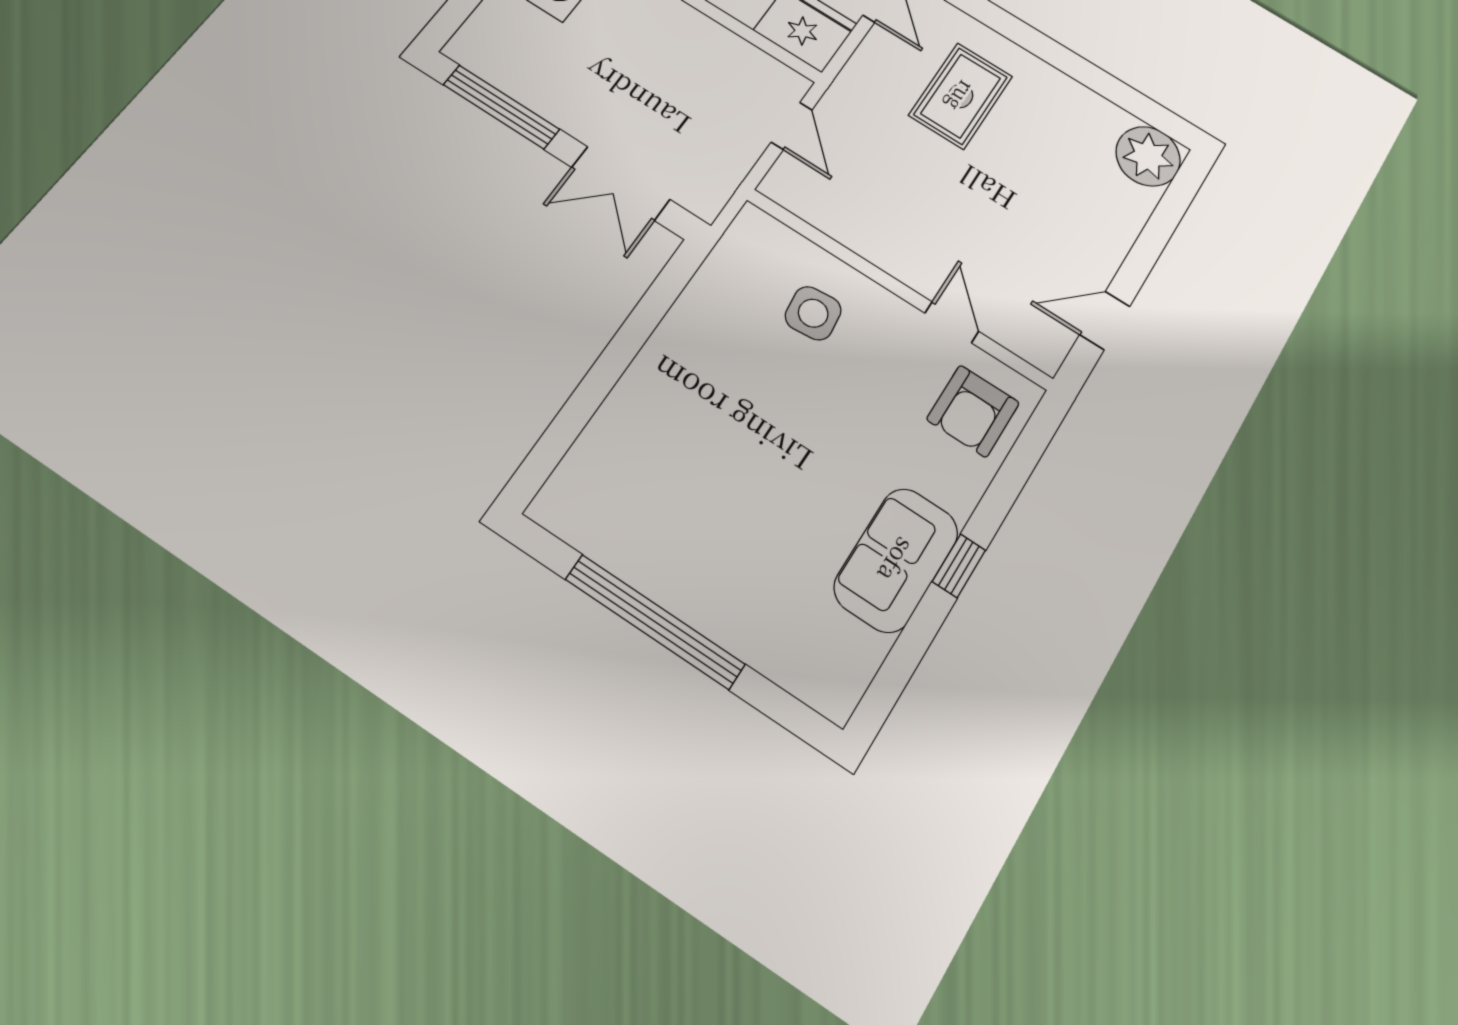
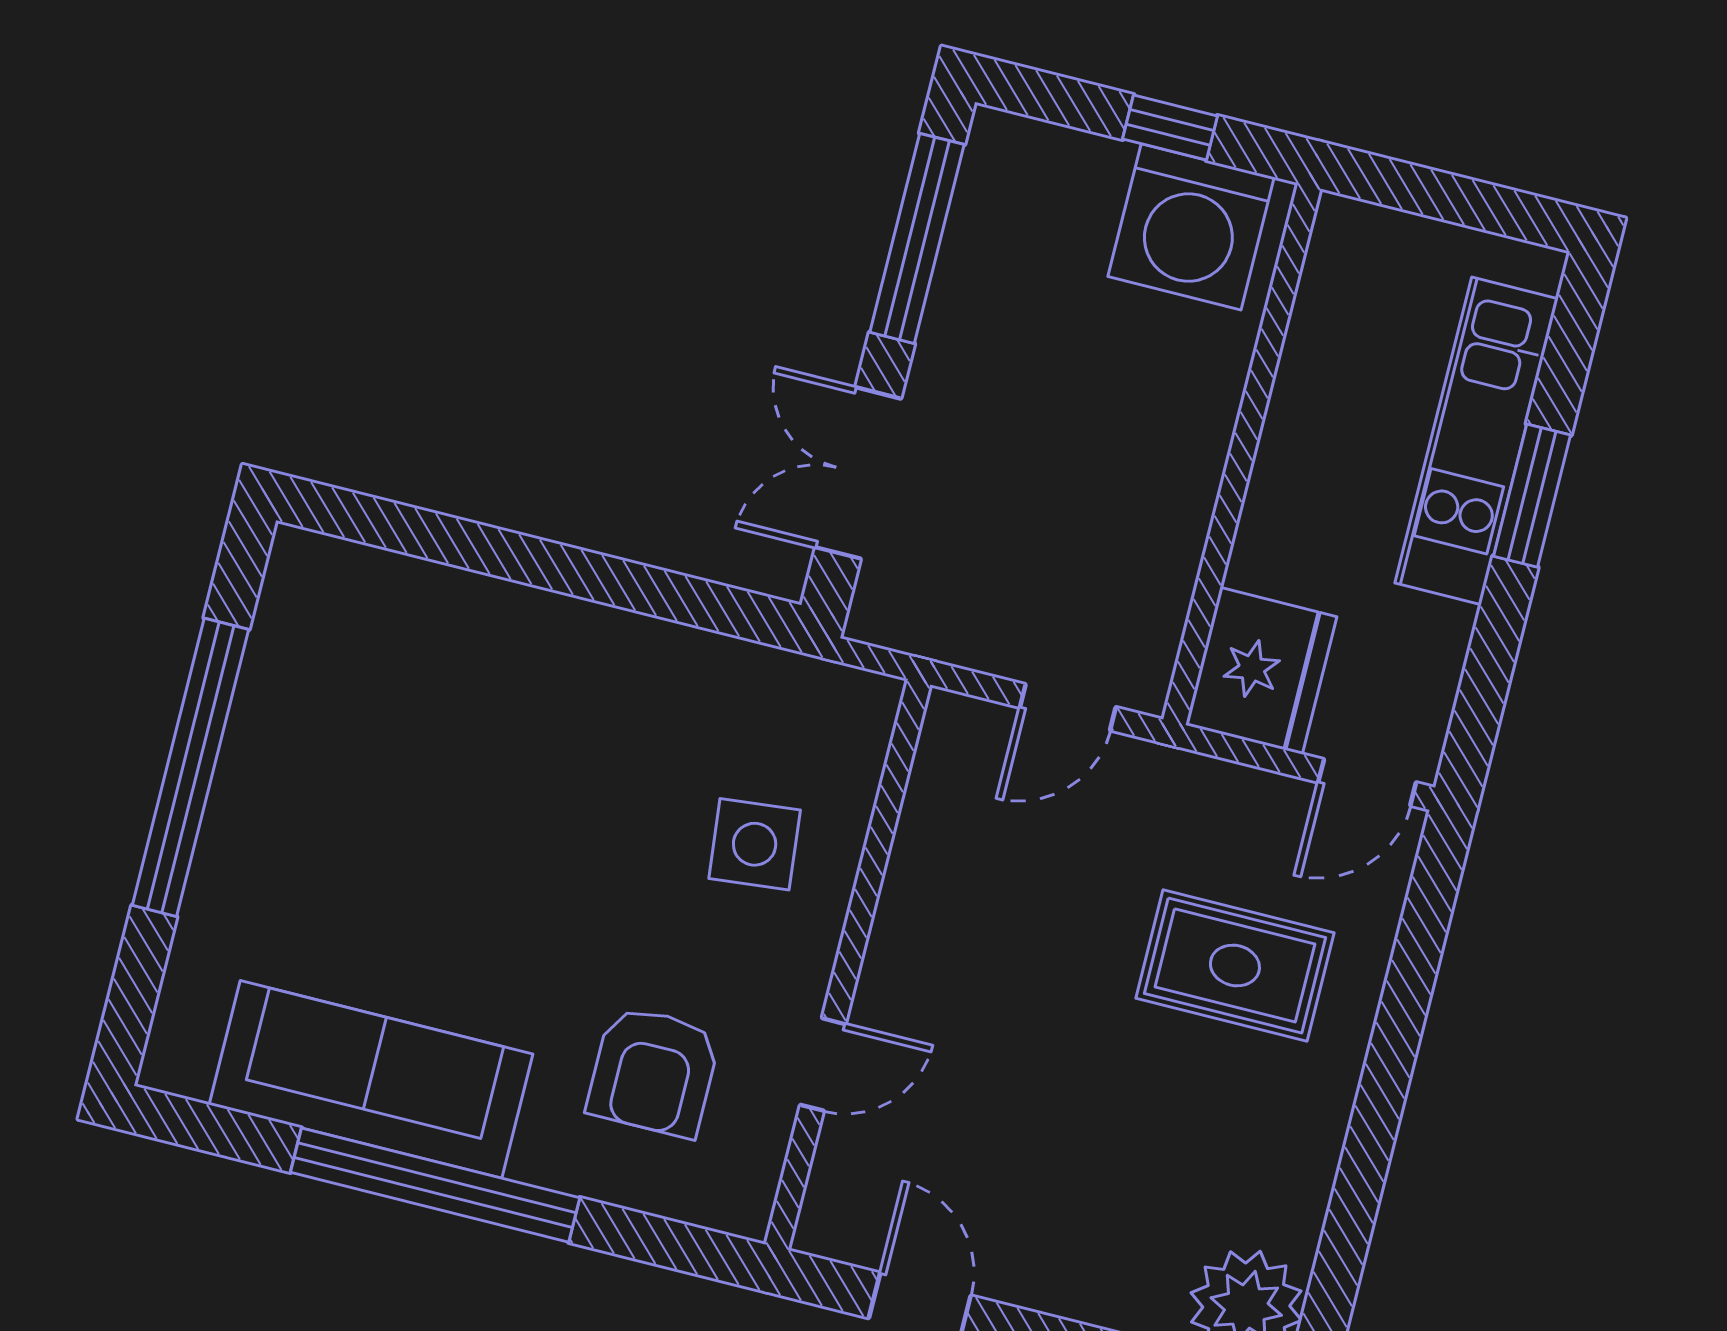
armchair: (973, 411) -> (654, 1071), moved, turned -90
sofa: (896, 560) -> (371, 1079), width x1.36
window: (959, 566) -> (435, 1185), width x3.17

